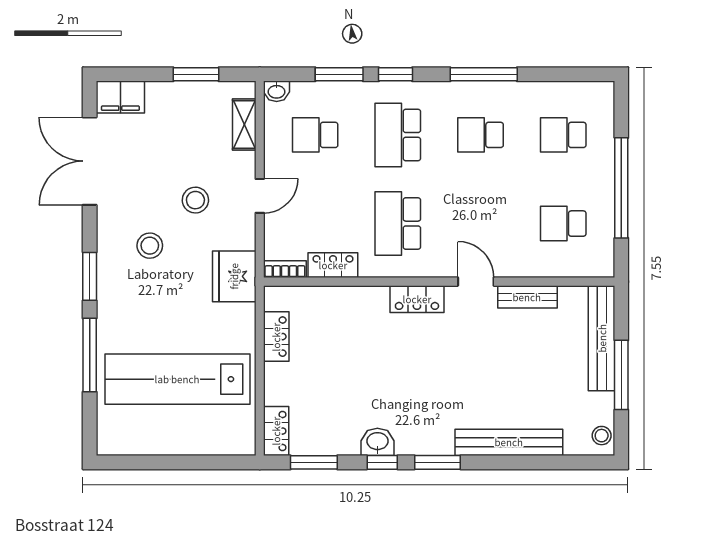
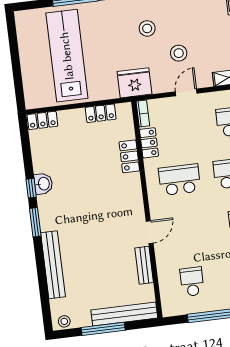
door: (260, 196) -> (186, 92), swing flipped
locker: (417, 299) -> (129, 156), moved
window: (314, 462) -> (26, 146), removed

